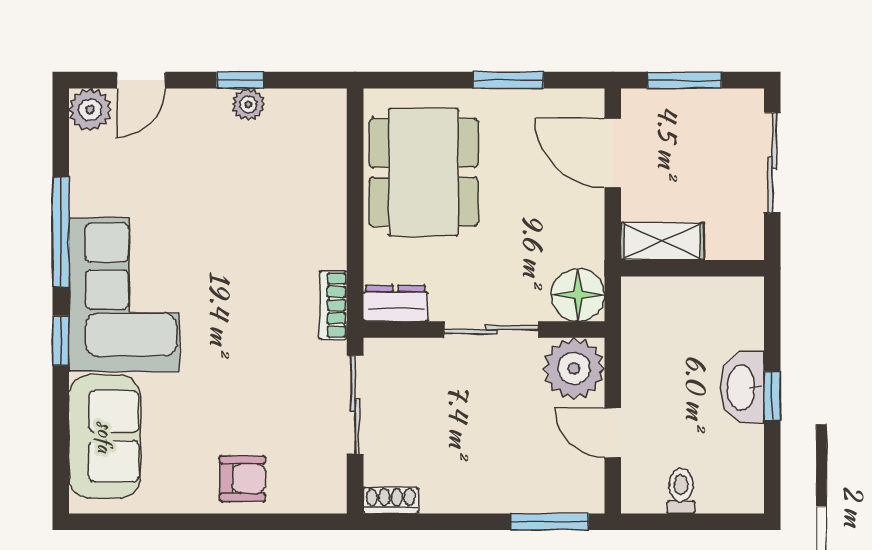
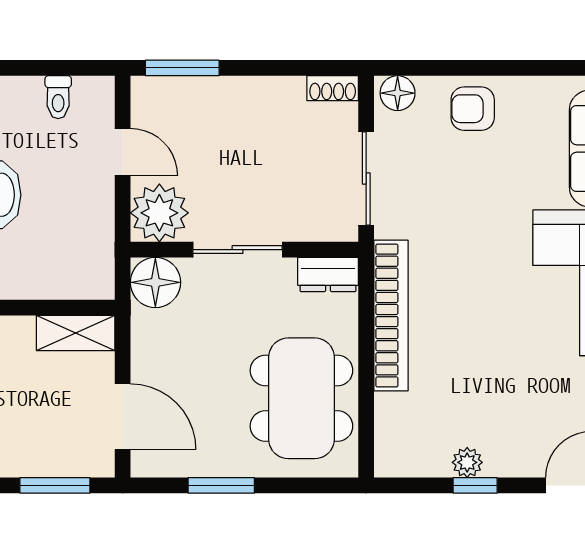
bookcase: (333, 305) -> (391, 316), width x2.31, depth x1.31
floor lamp: (322, 495) -> (398, 93), added

